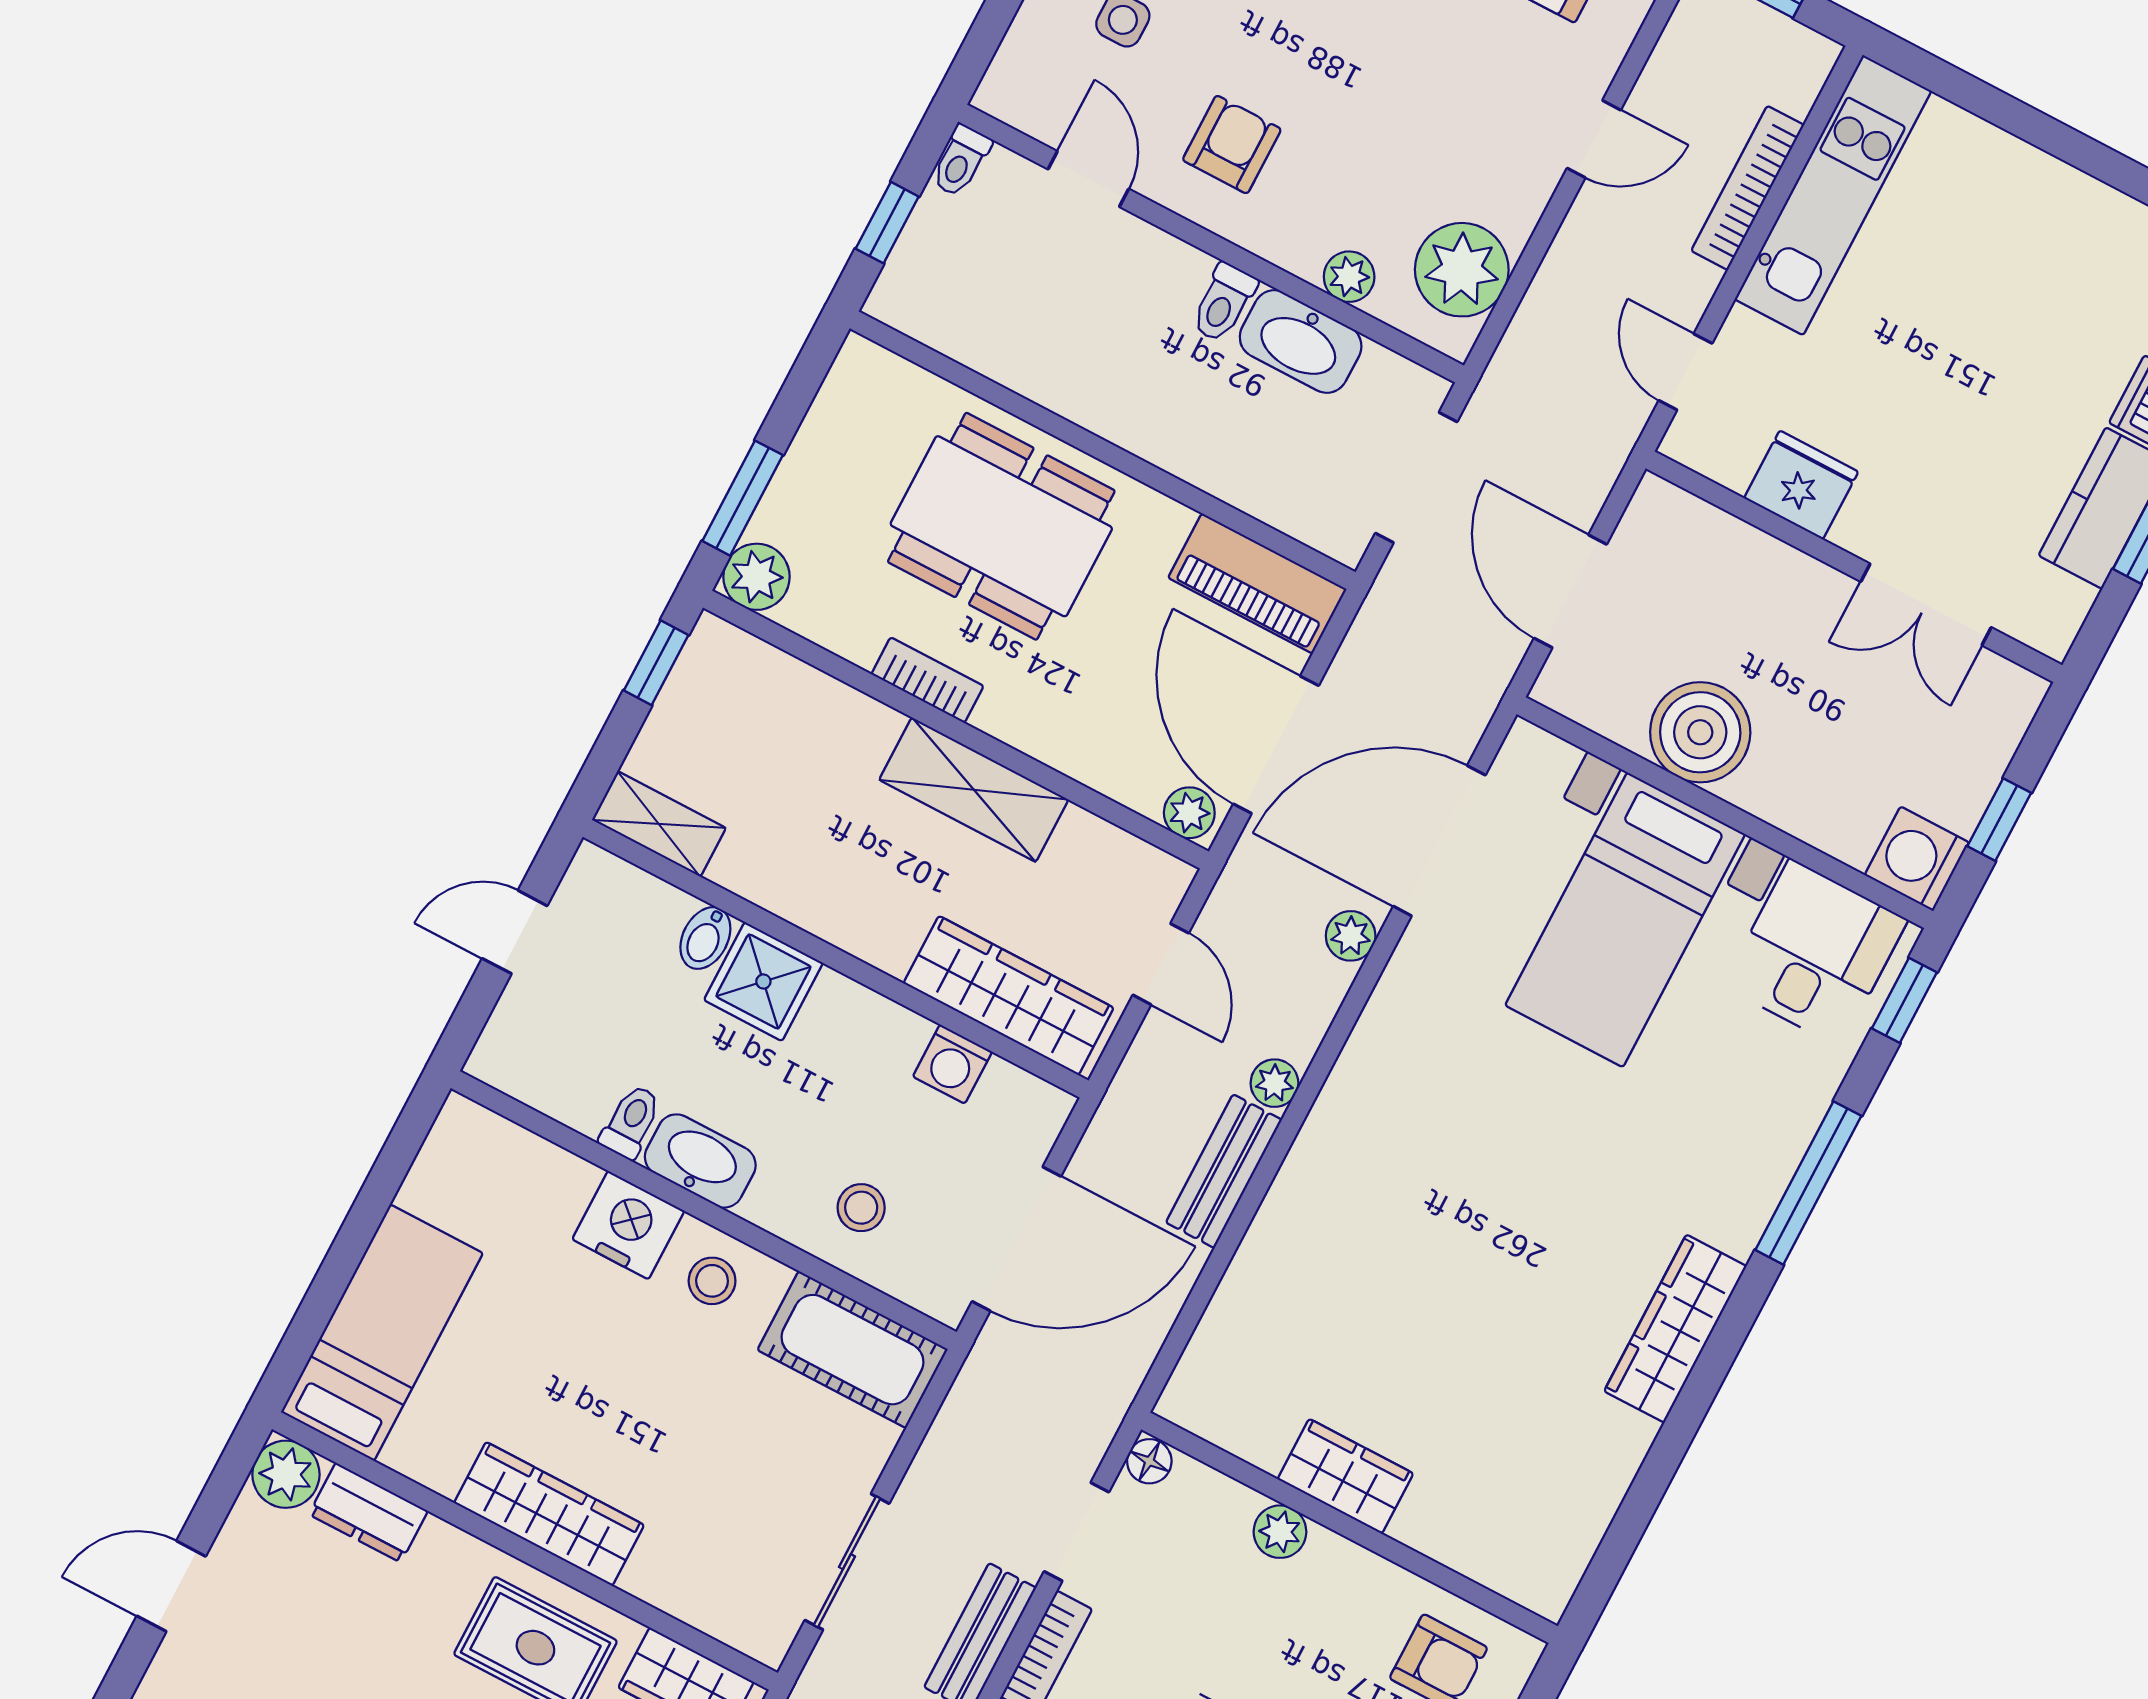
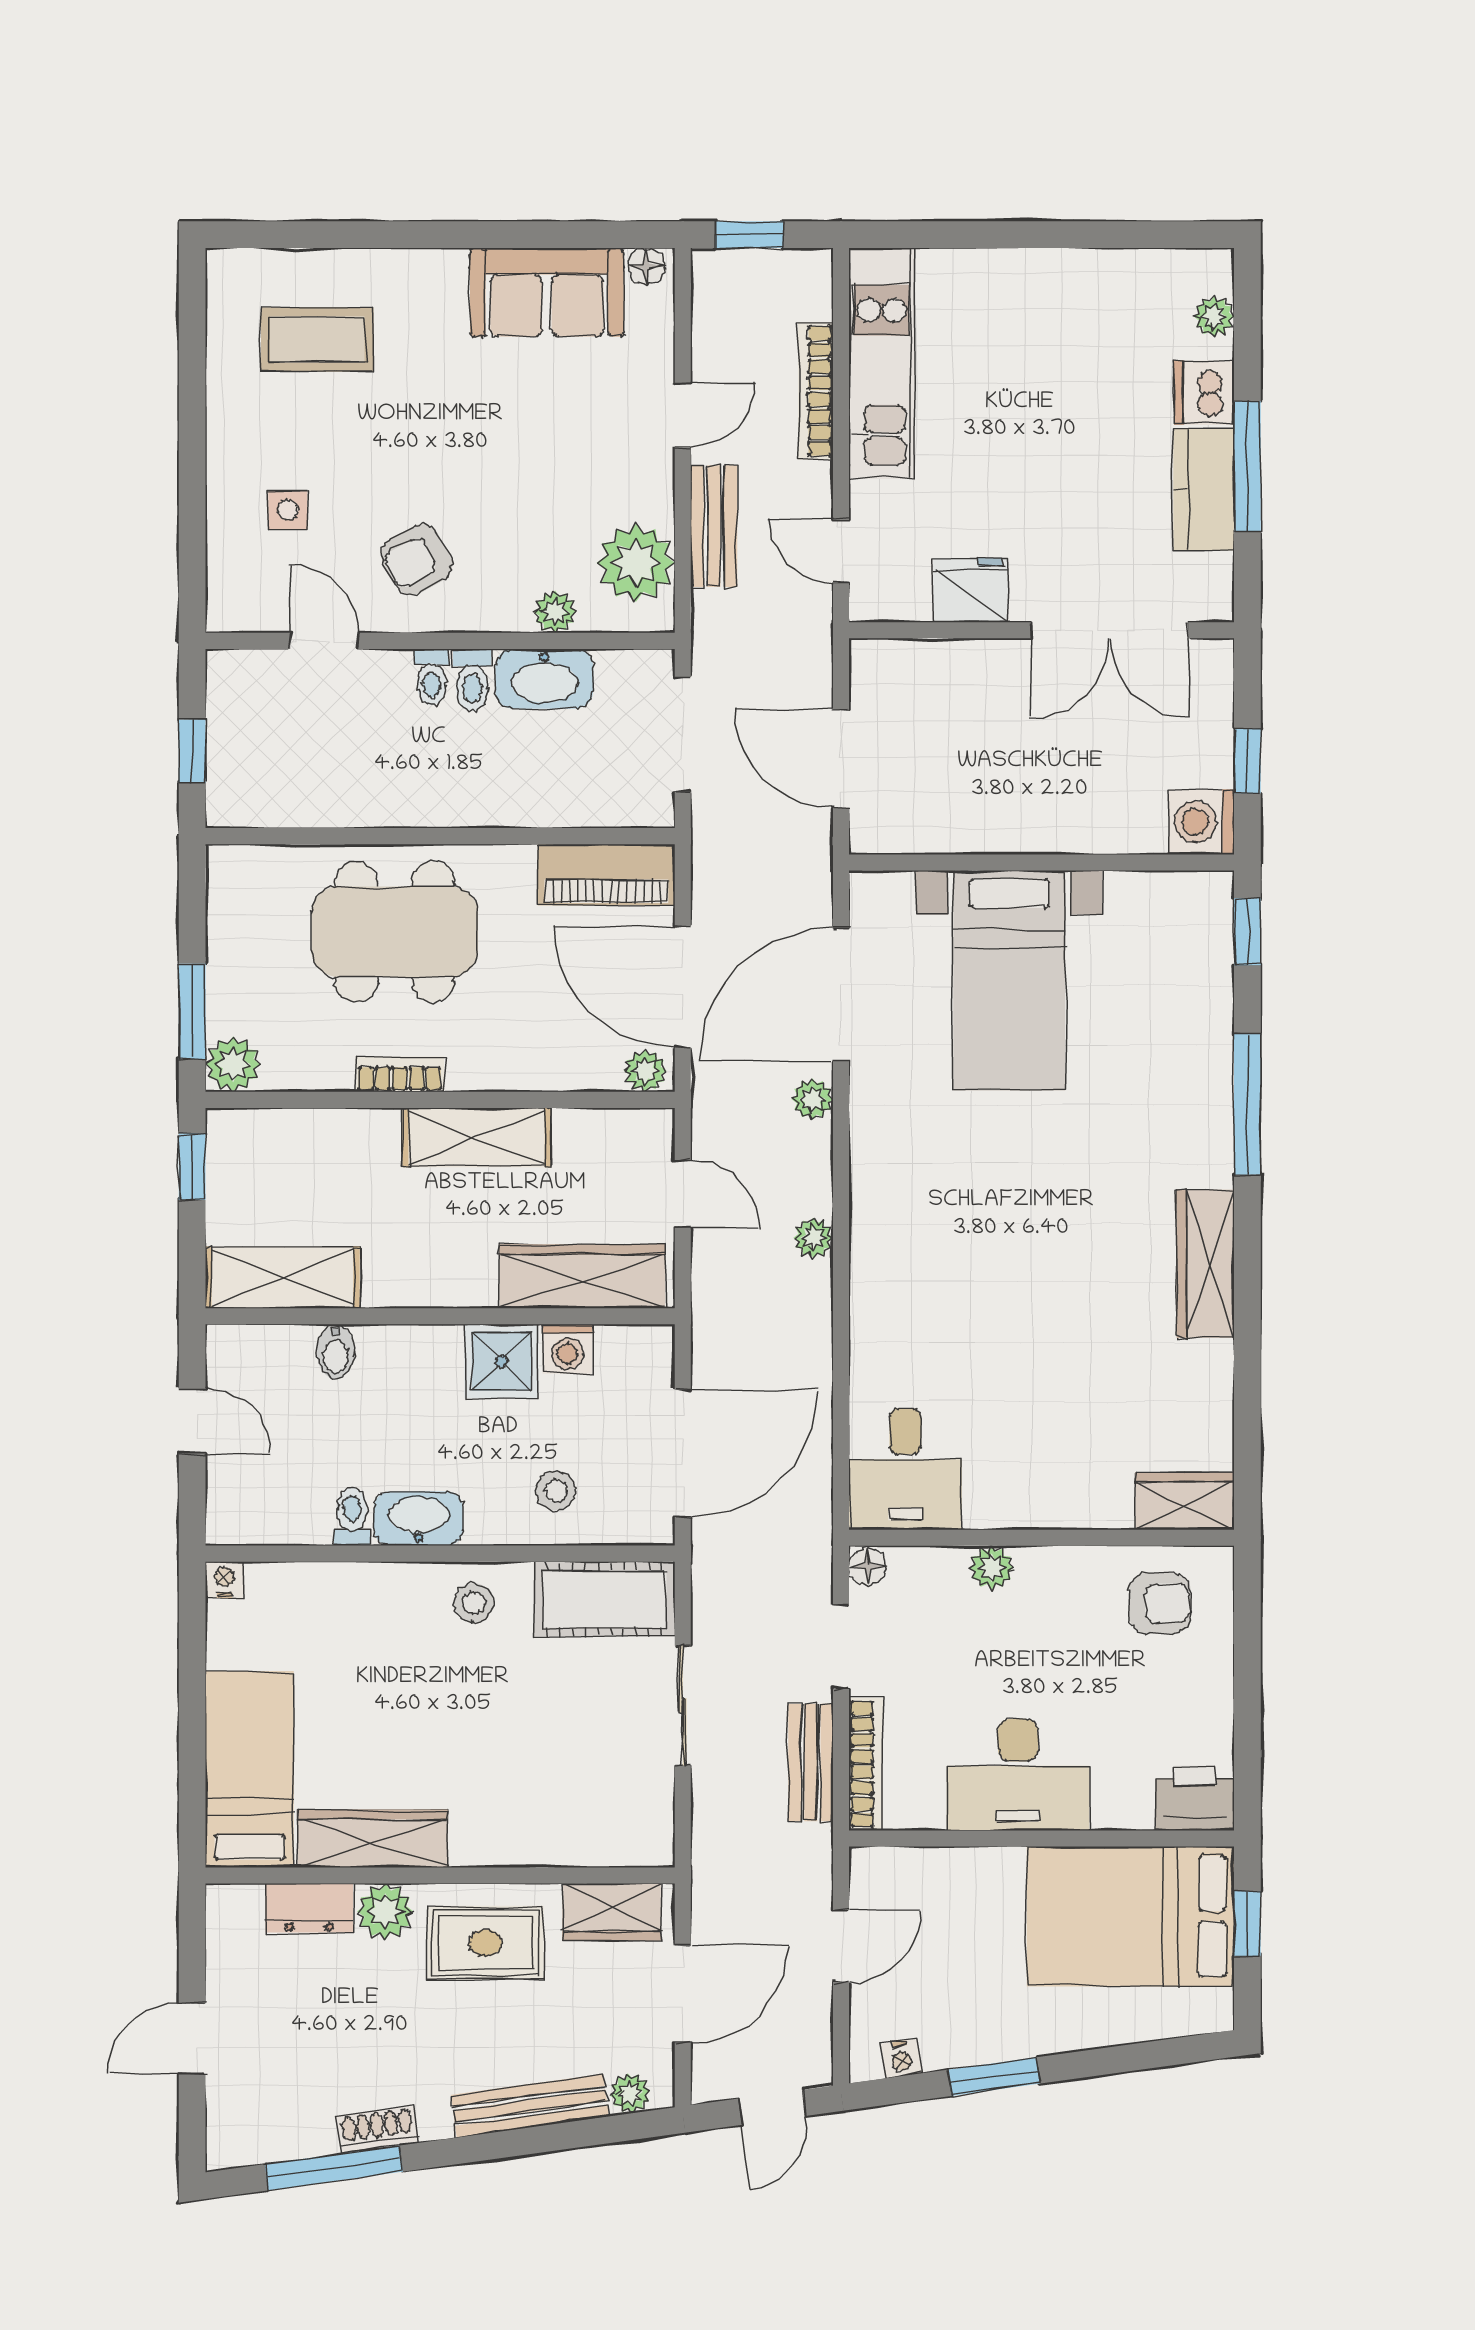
armchair: (1232, 145) -> (417, 560), turned -119
toilet: (961, 161) -> (432, 677), moved
double door: (1926, 605) -> (1110, 630), width x1.37
boiler: (1700, 732) -> (992, 813), removed
shelving: (659, 824) -> (282, 1277), width x1.50, depth x1.33
door: (515, 932) -> (192, 1421), swing flipped
desk: (1815, 953) -> (905, 1469), moved, turned 180
shower: (763, 982) -> (501, 1361), moved
bench: (1224, 1171) -> (714, 526), moved
nightstand: (628, 1225) -> (224, 1580), moved, width x0.53, depth x0.56
plant: (286, 1474) -> (385, 1911), moved
wardrobe: (1345, 1476) -> (1185, 1501), moved
wardrobe: (549, 1514) -> (373, 1839), moved
sliding door: (847, 1562) -> (683, 1705), moved

